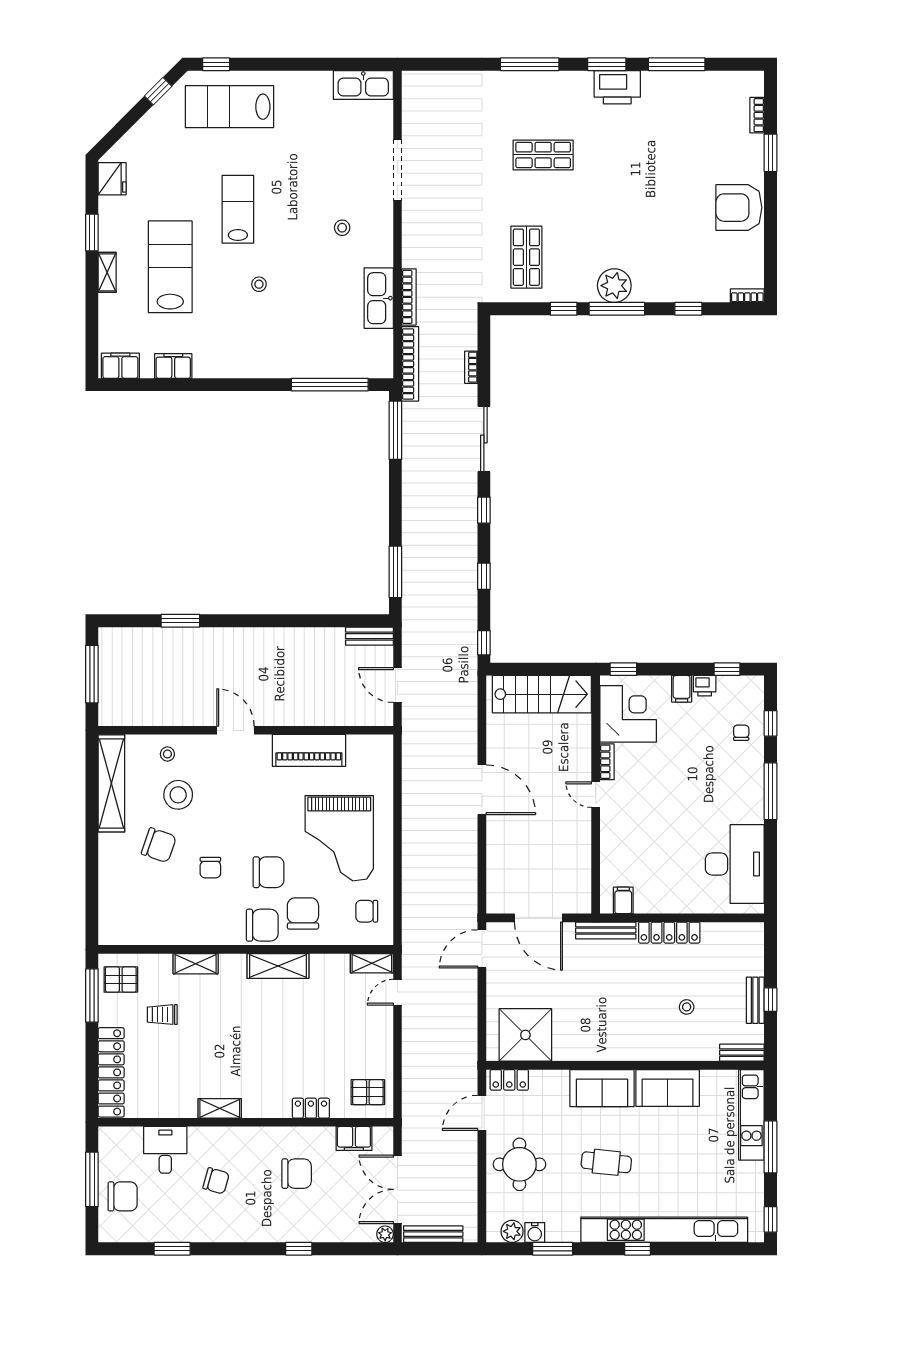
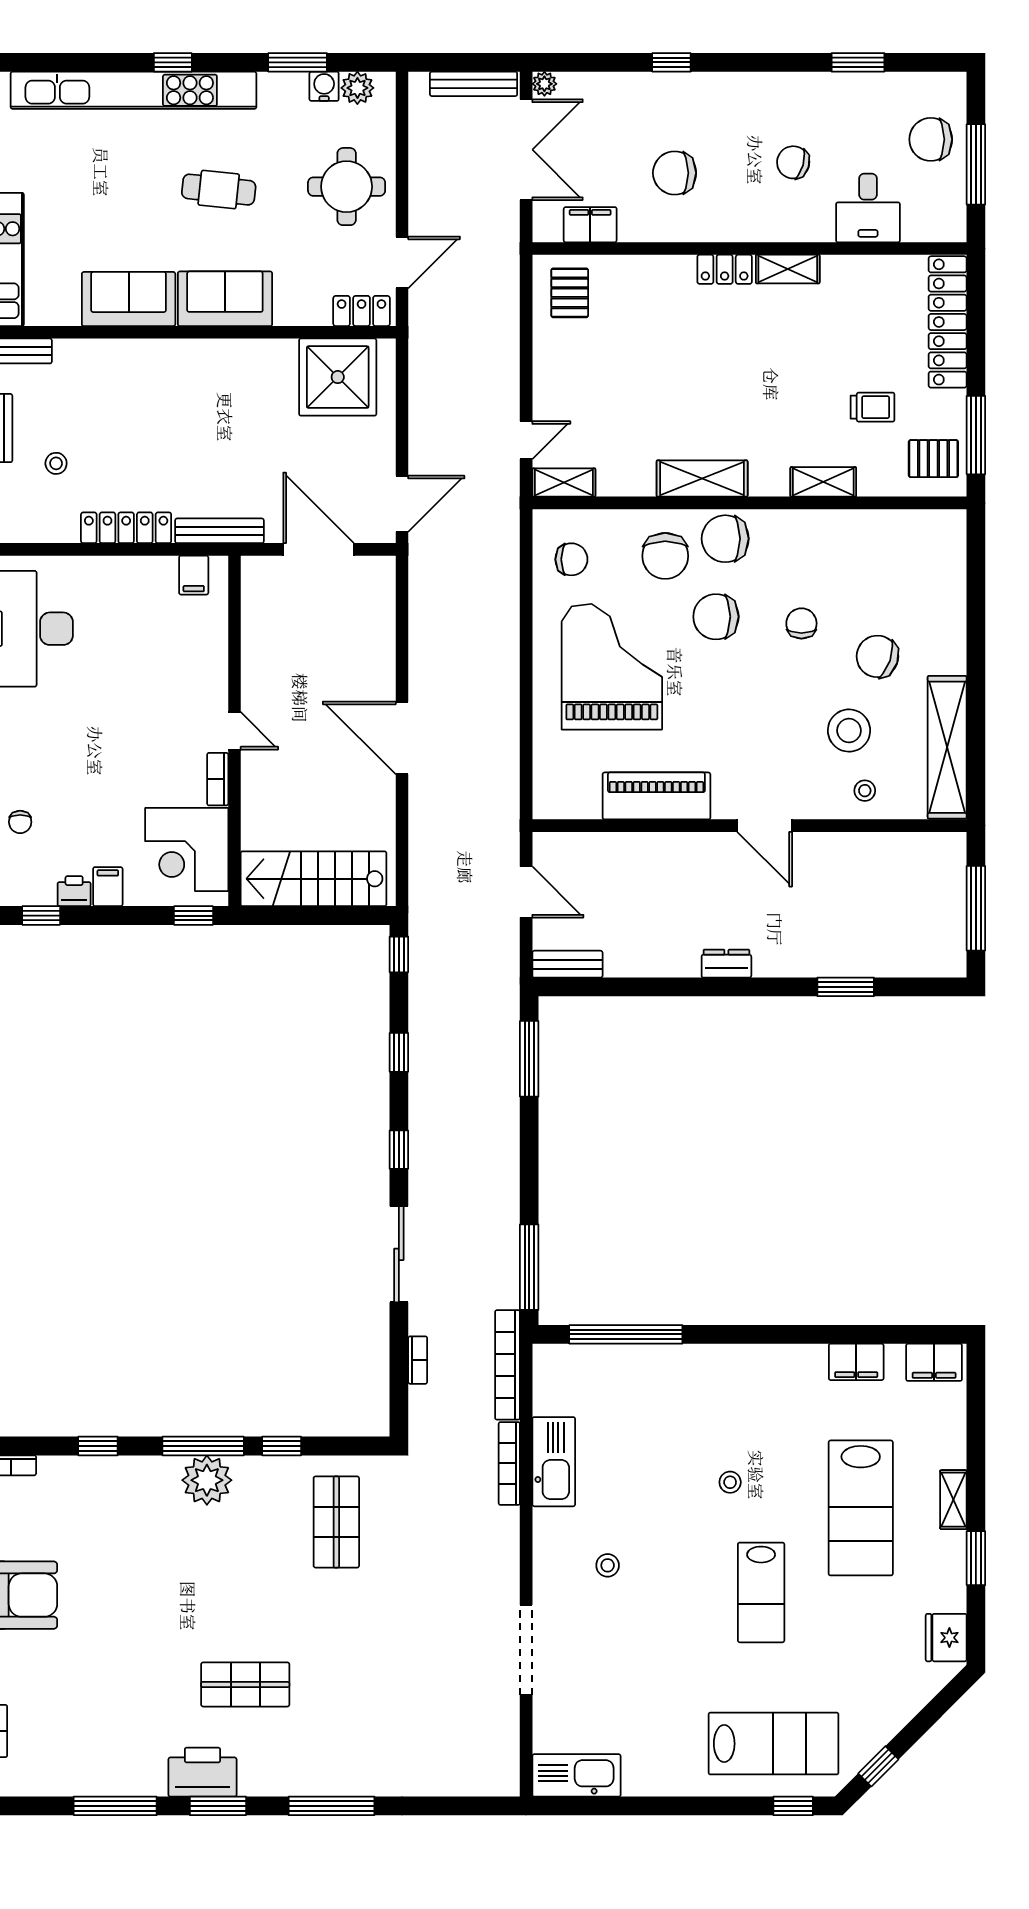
shop shelf: (543, 155) -> (245, 1684), moved
dresser: (261, 637) -> (726, 964), added
stool: (687, 1007) -> (56, 463), moved
pallet: (368, 1092) -> (570, 293), turned 90
locker: (311, 1108) -> (725, 269), moved

